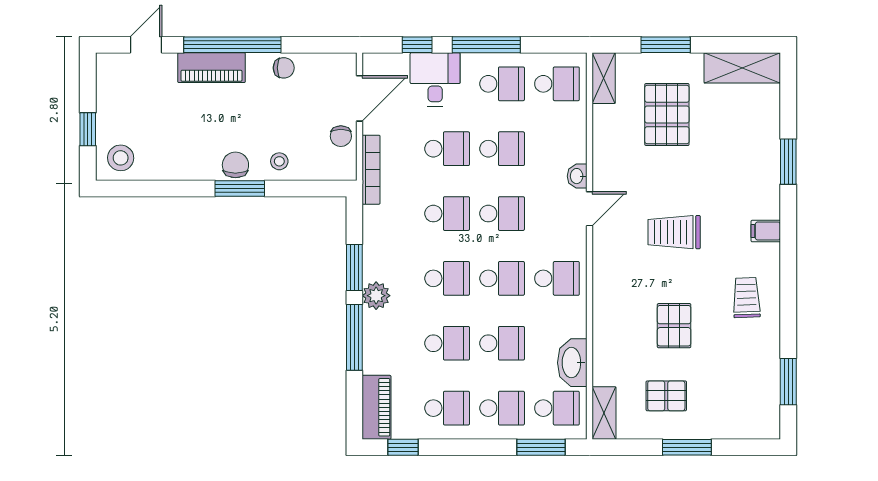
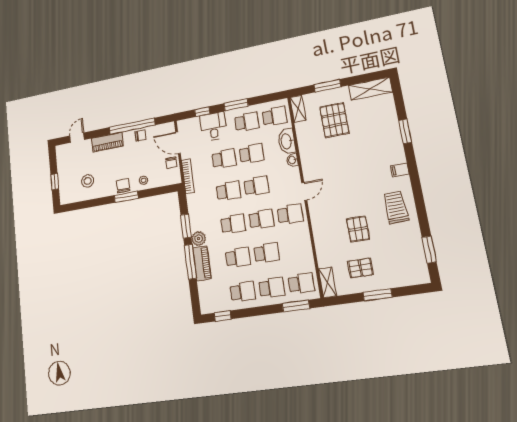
window: (232, 45) -> (132, 126), moved
window: (486, 45) -> (236, 105), width x0.69
door: (360, 98) -> (178, 143), swing flipped
stool: (121, 158) -> (88, 181), moved
door: (590, 209) -> (304, 191), moved
trolley: (674, 232) -> (349, 179), removed
trolley: (746, 298) -> (396, 207), width x1.36, depth x1.39
washbasin: (572, 363) -> (287, 141), moved
piano: (377, 407) -> (202, 263), moved

